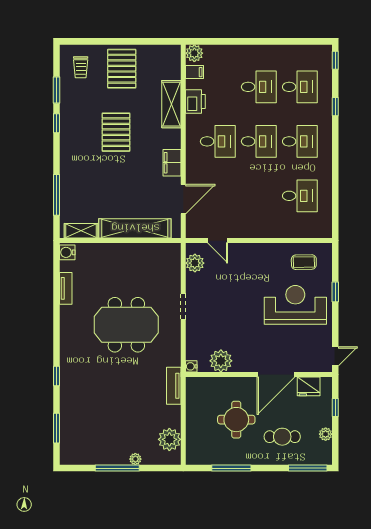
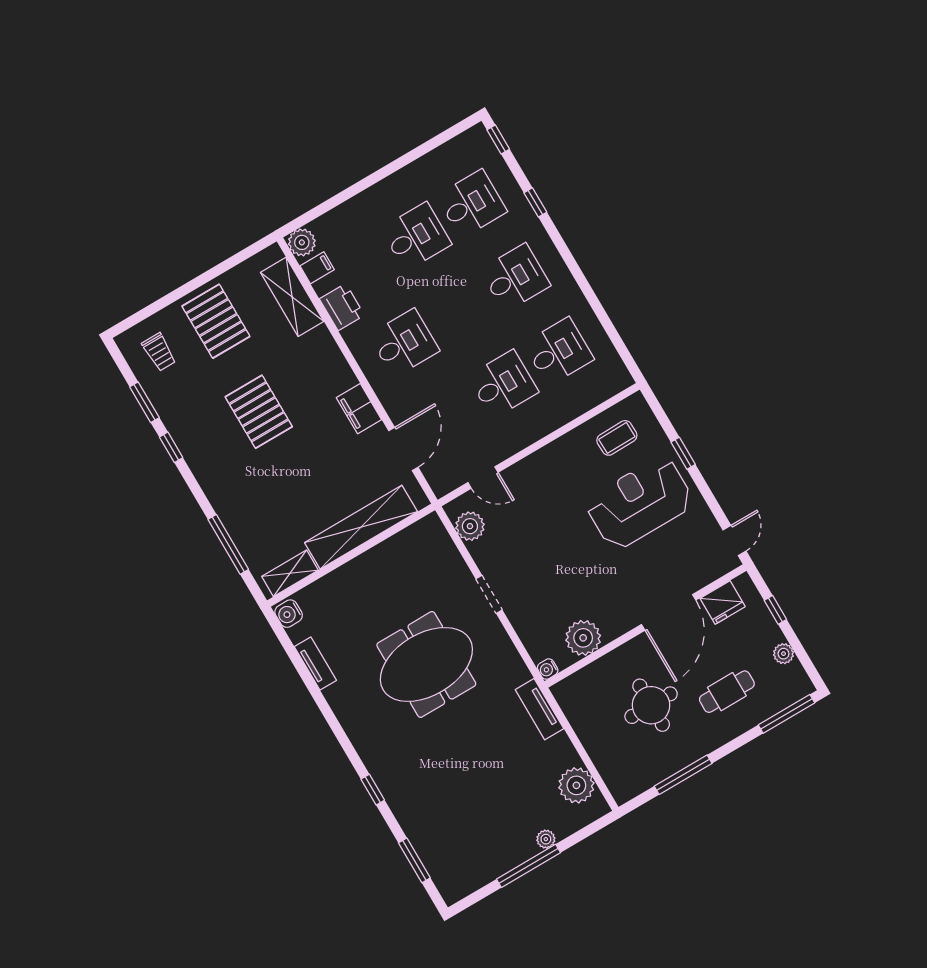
shelving: (171, 104) -> (292, 297), moved
desk: (259, 141) -> (503, 384), moved

